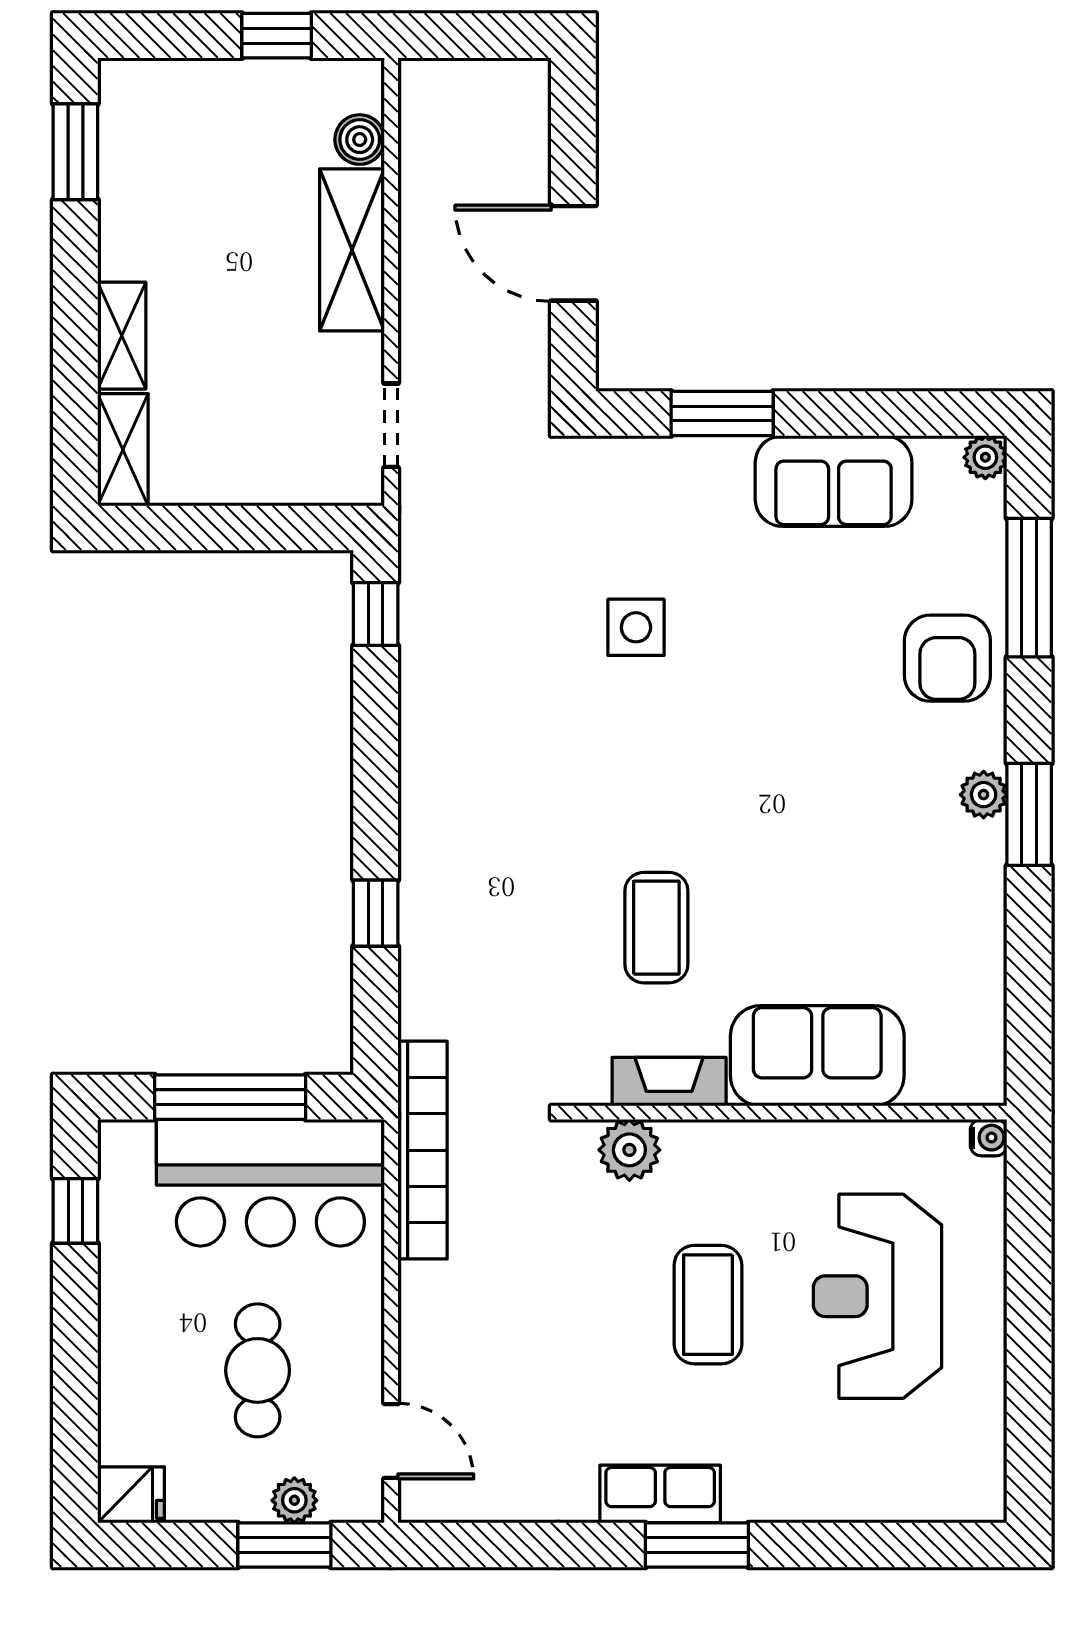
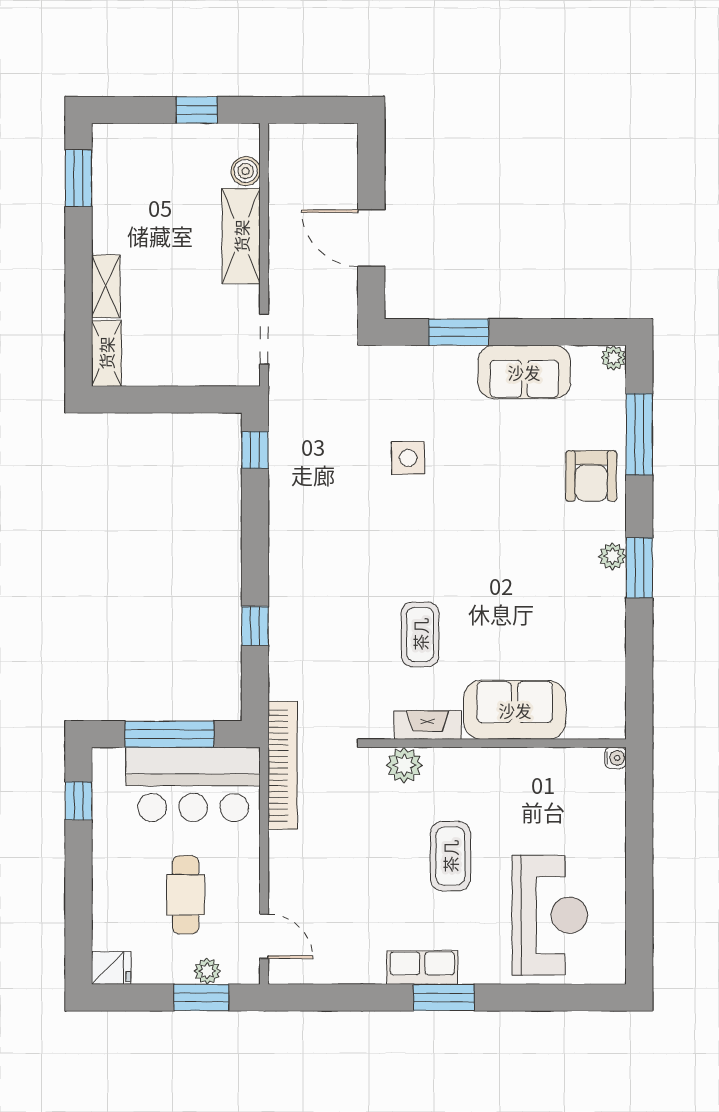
reception desk: (877, 1296) -> (550, 915), moved, turned 180

